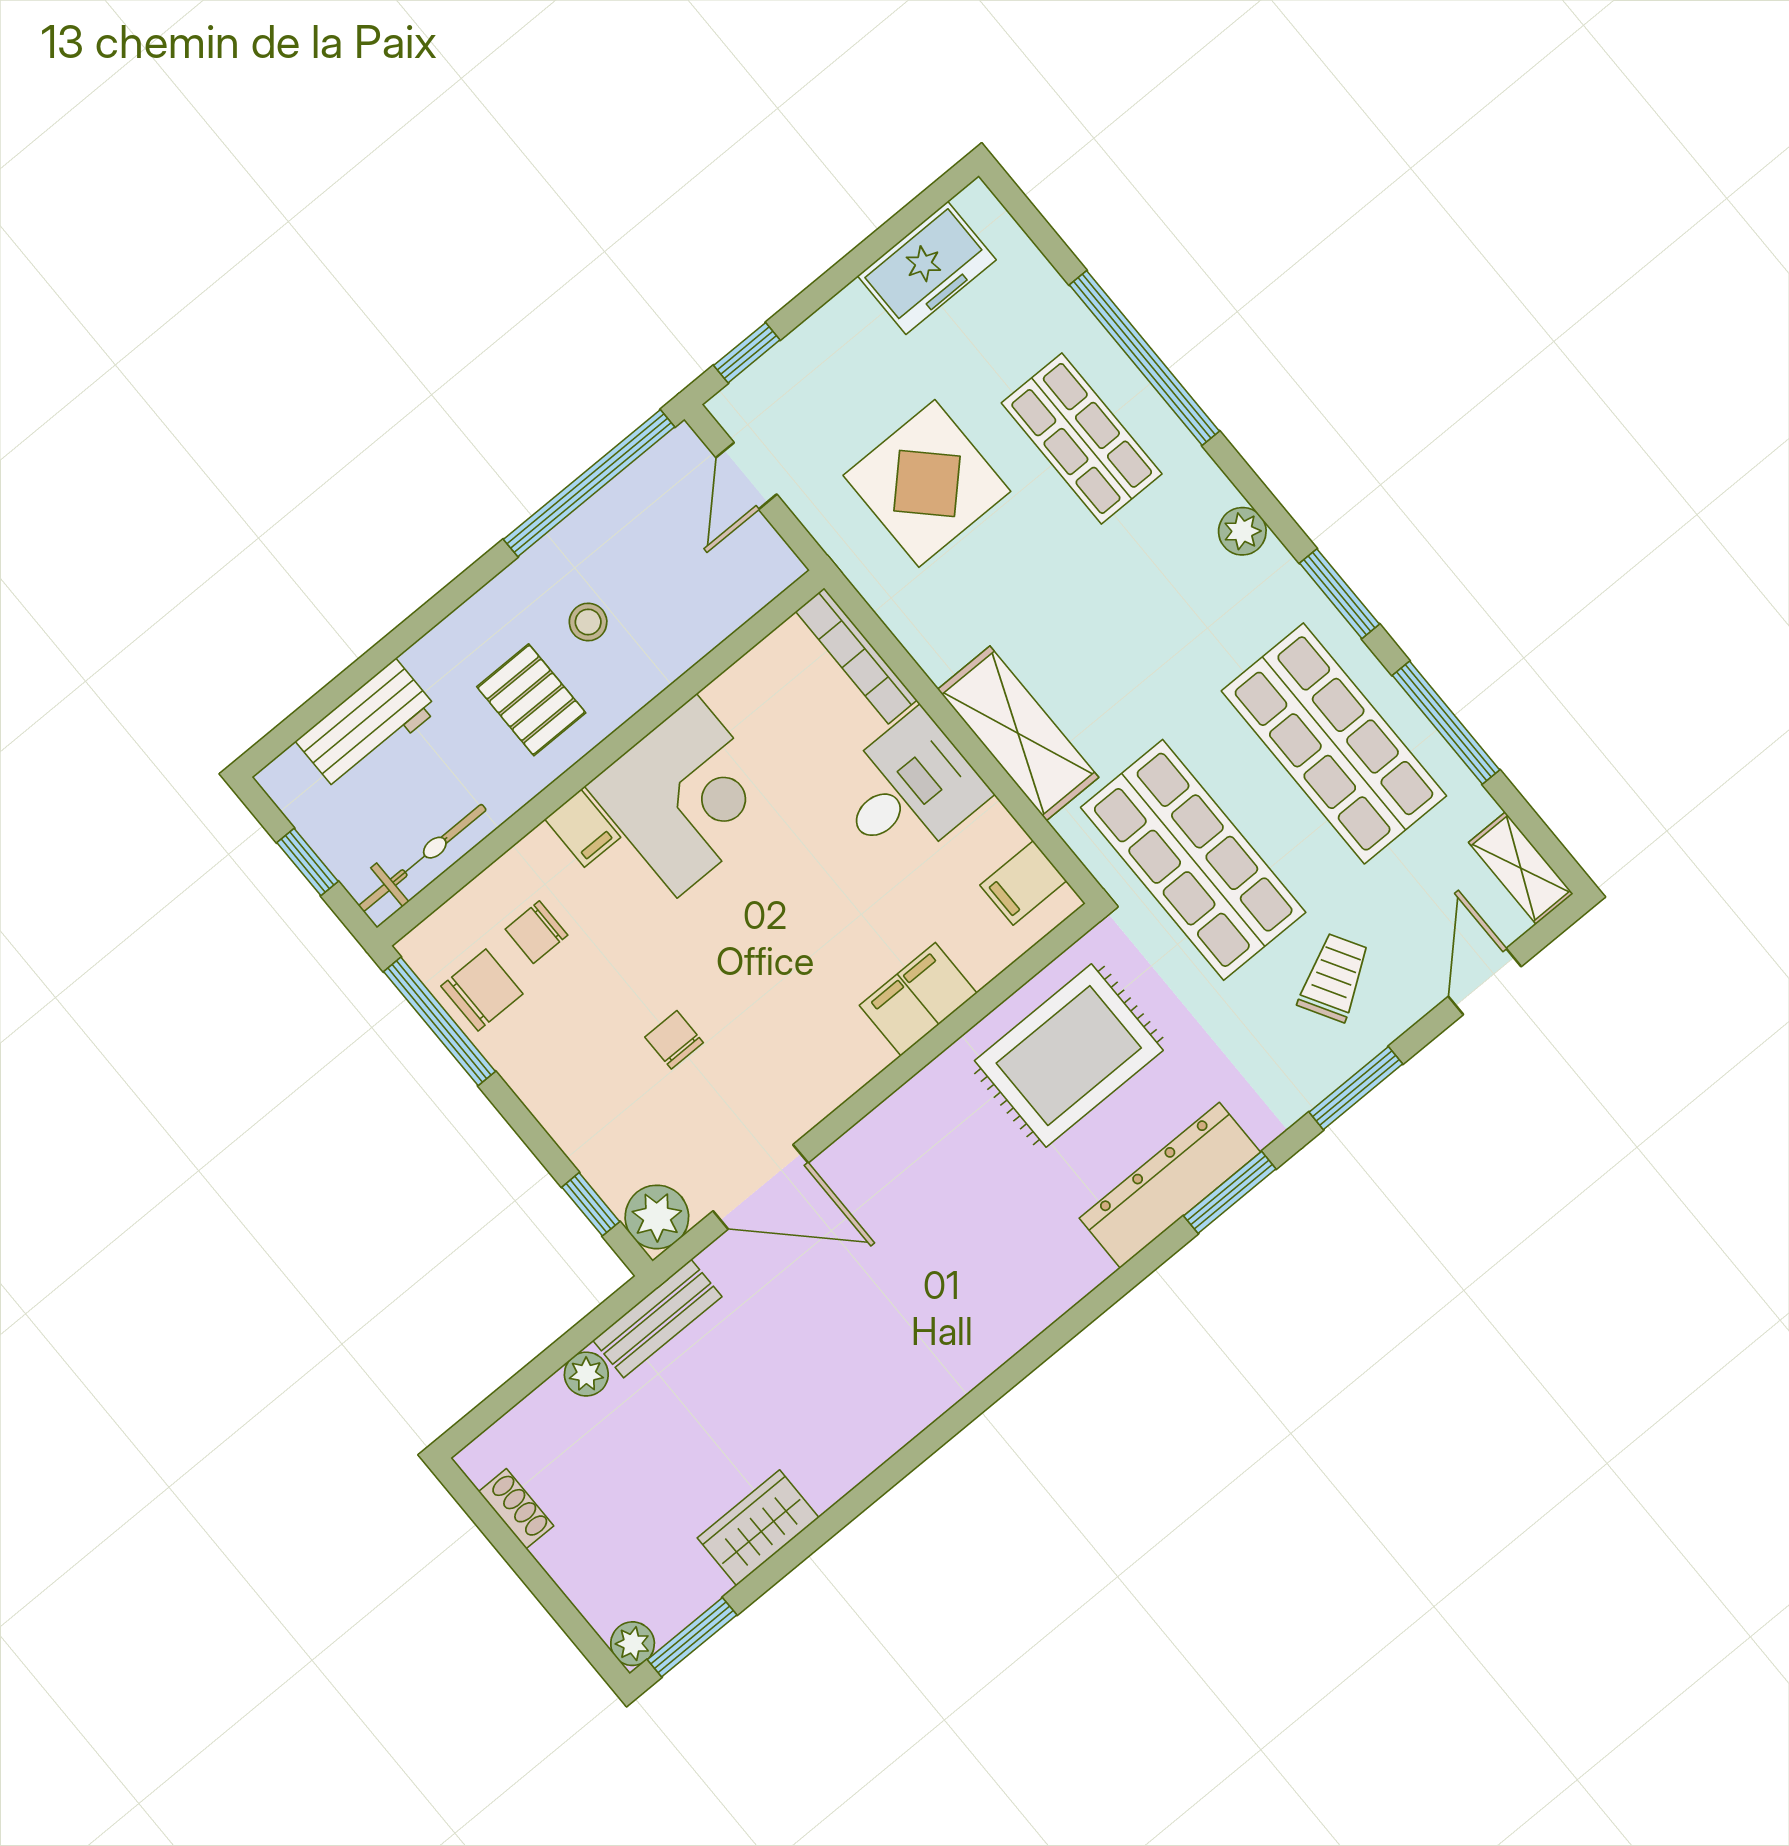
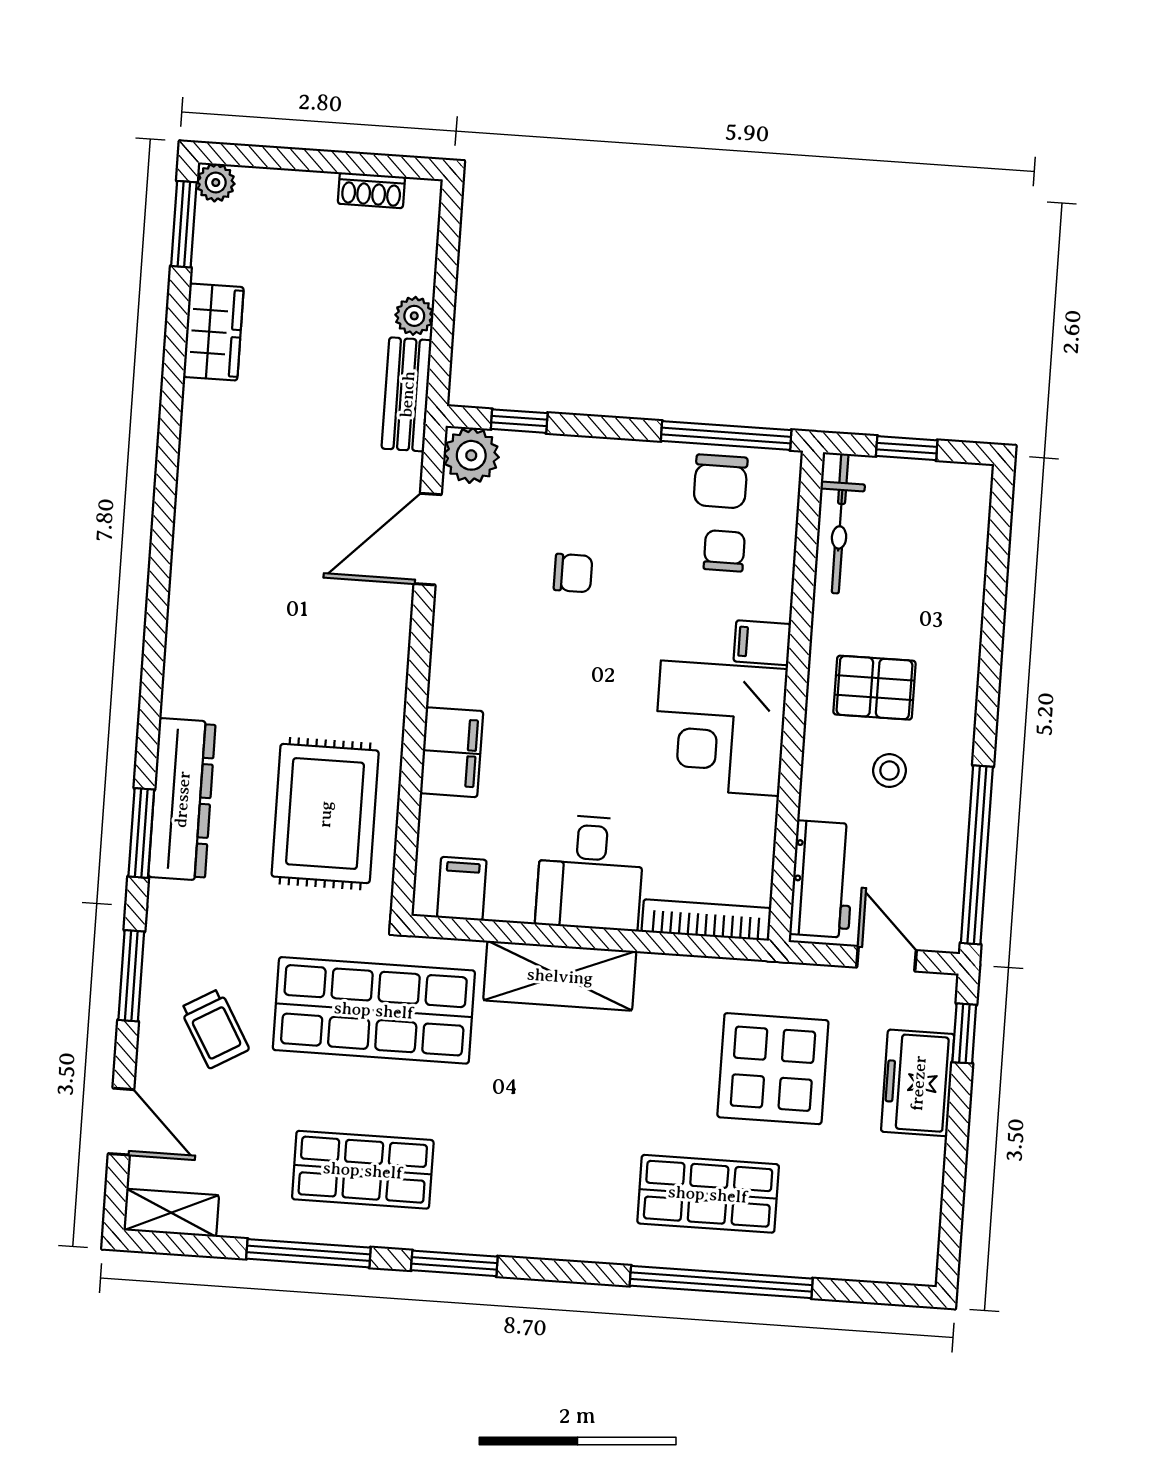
freezer: (927, 268) -> (918, 1083), moved
plant: (1242, 531) -> (552, 1240), removed
workbench: (367, 725) -> (823, 879), moved, turned 180
shop shelf: (1334, 743) -> (363, 1170), width x0.70, depth x0.74

